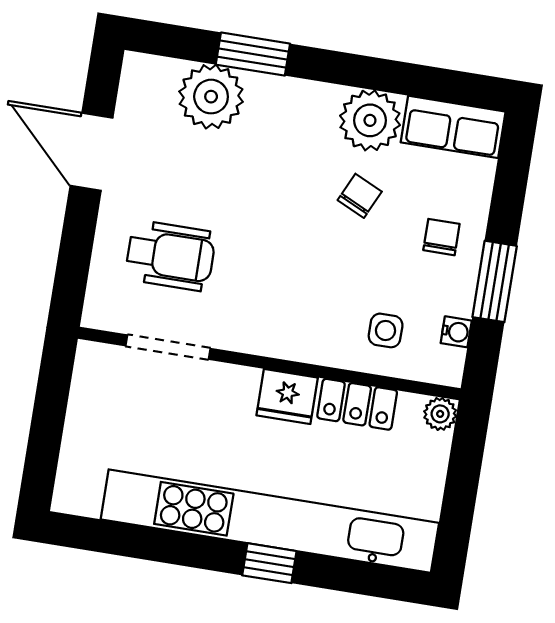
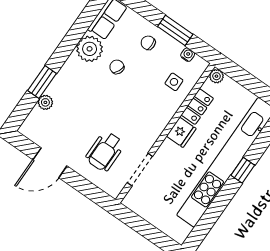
plant: (211, 97) -> (45, 102), width x0.53, depth x0.53
wheelchair: (170, 256) -> (105, 151), turned 180

